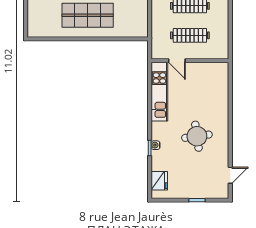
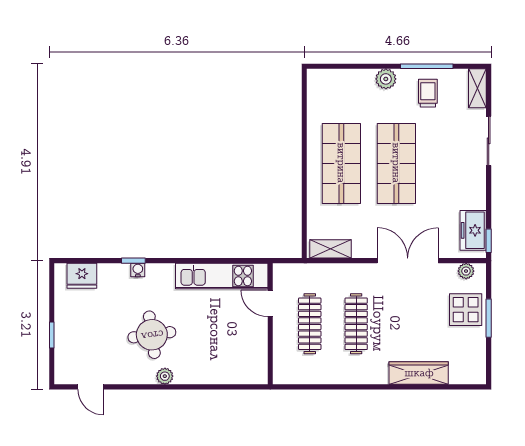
shelving: (142, 22) -> (330, 249), added
door: (177, 61) -> (270, 303), hinge flipped
plant: (223, 128) -> (165, 376), added

